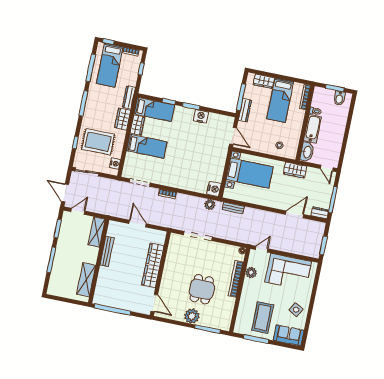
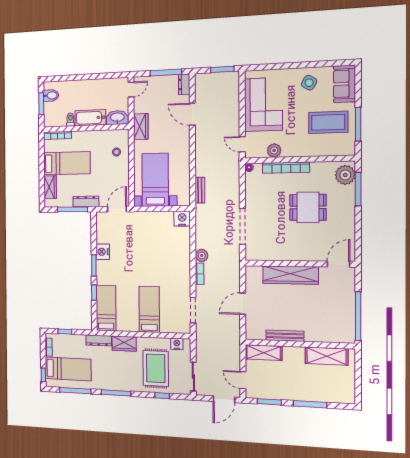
wardrobe: (137, 125) -> (128, 325), removed
plant: (210, 204) -> (202, 255), moved
plant: (192, 316) -> (345, 175), moved

